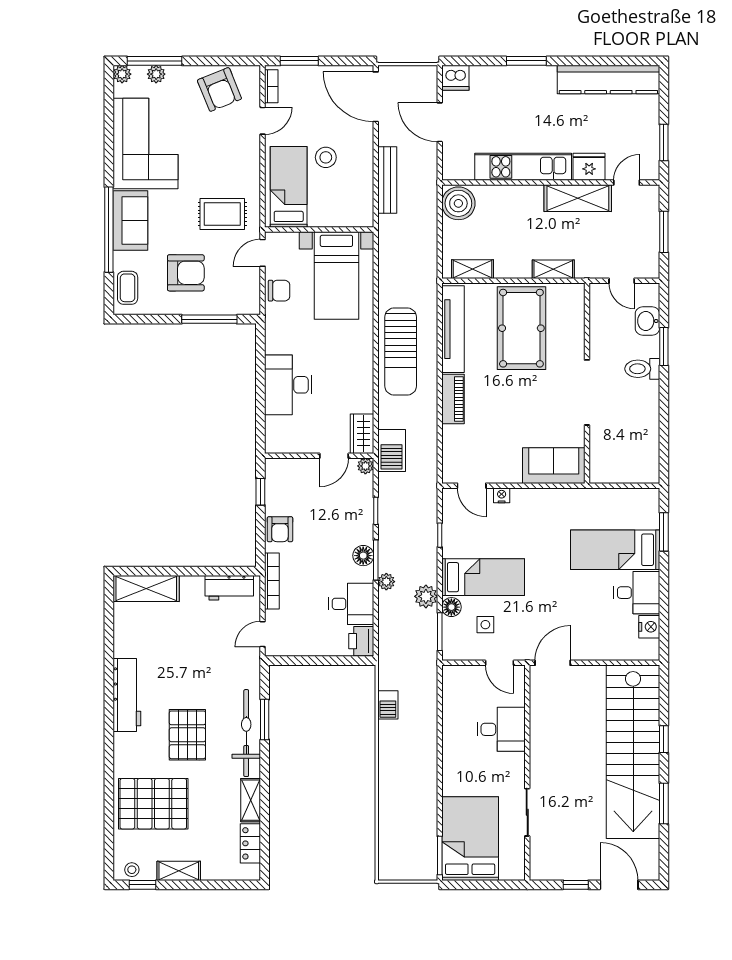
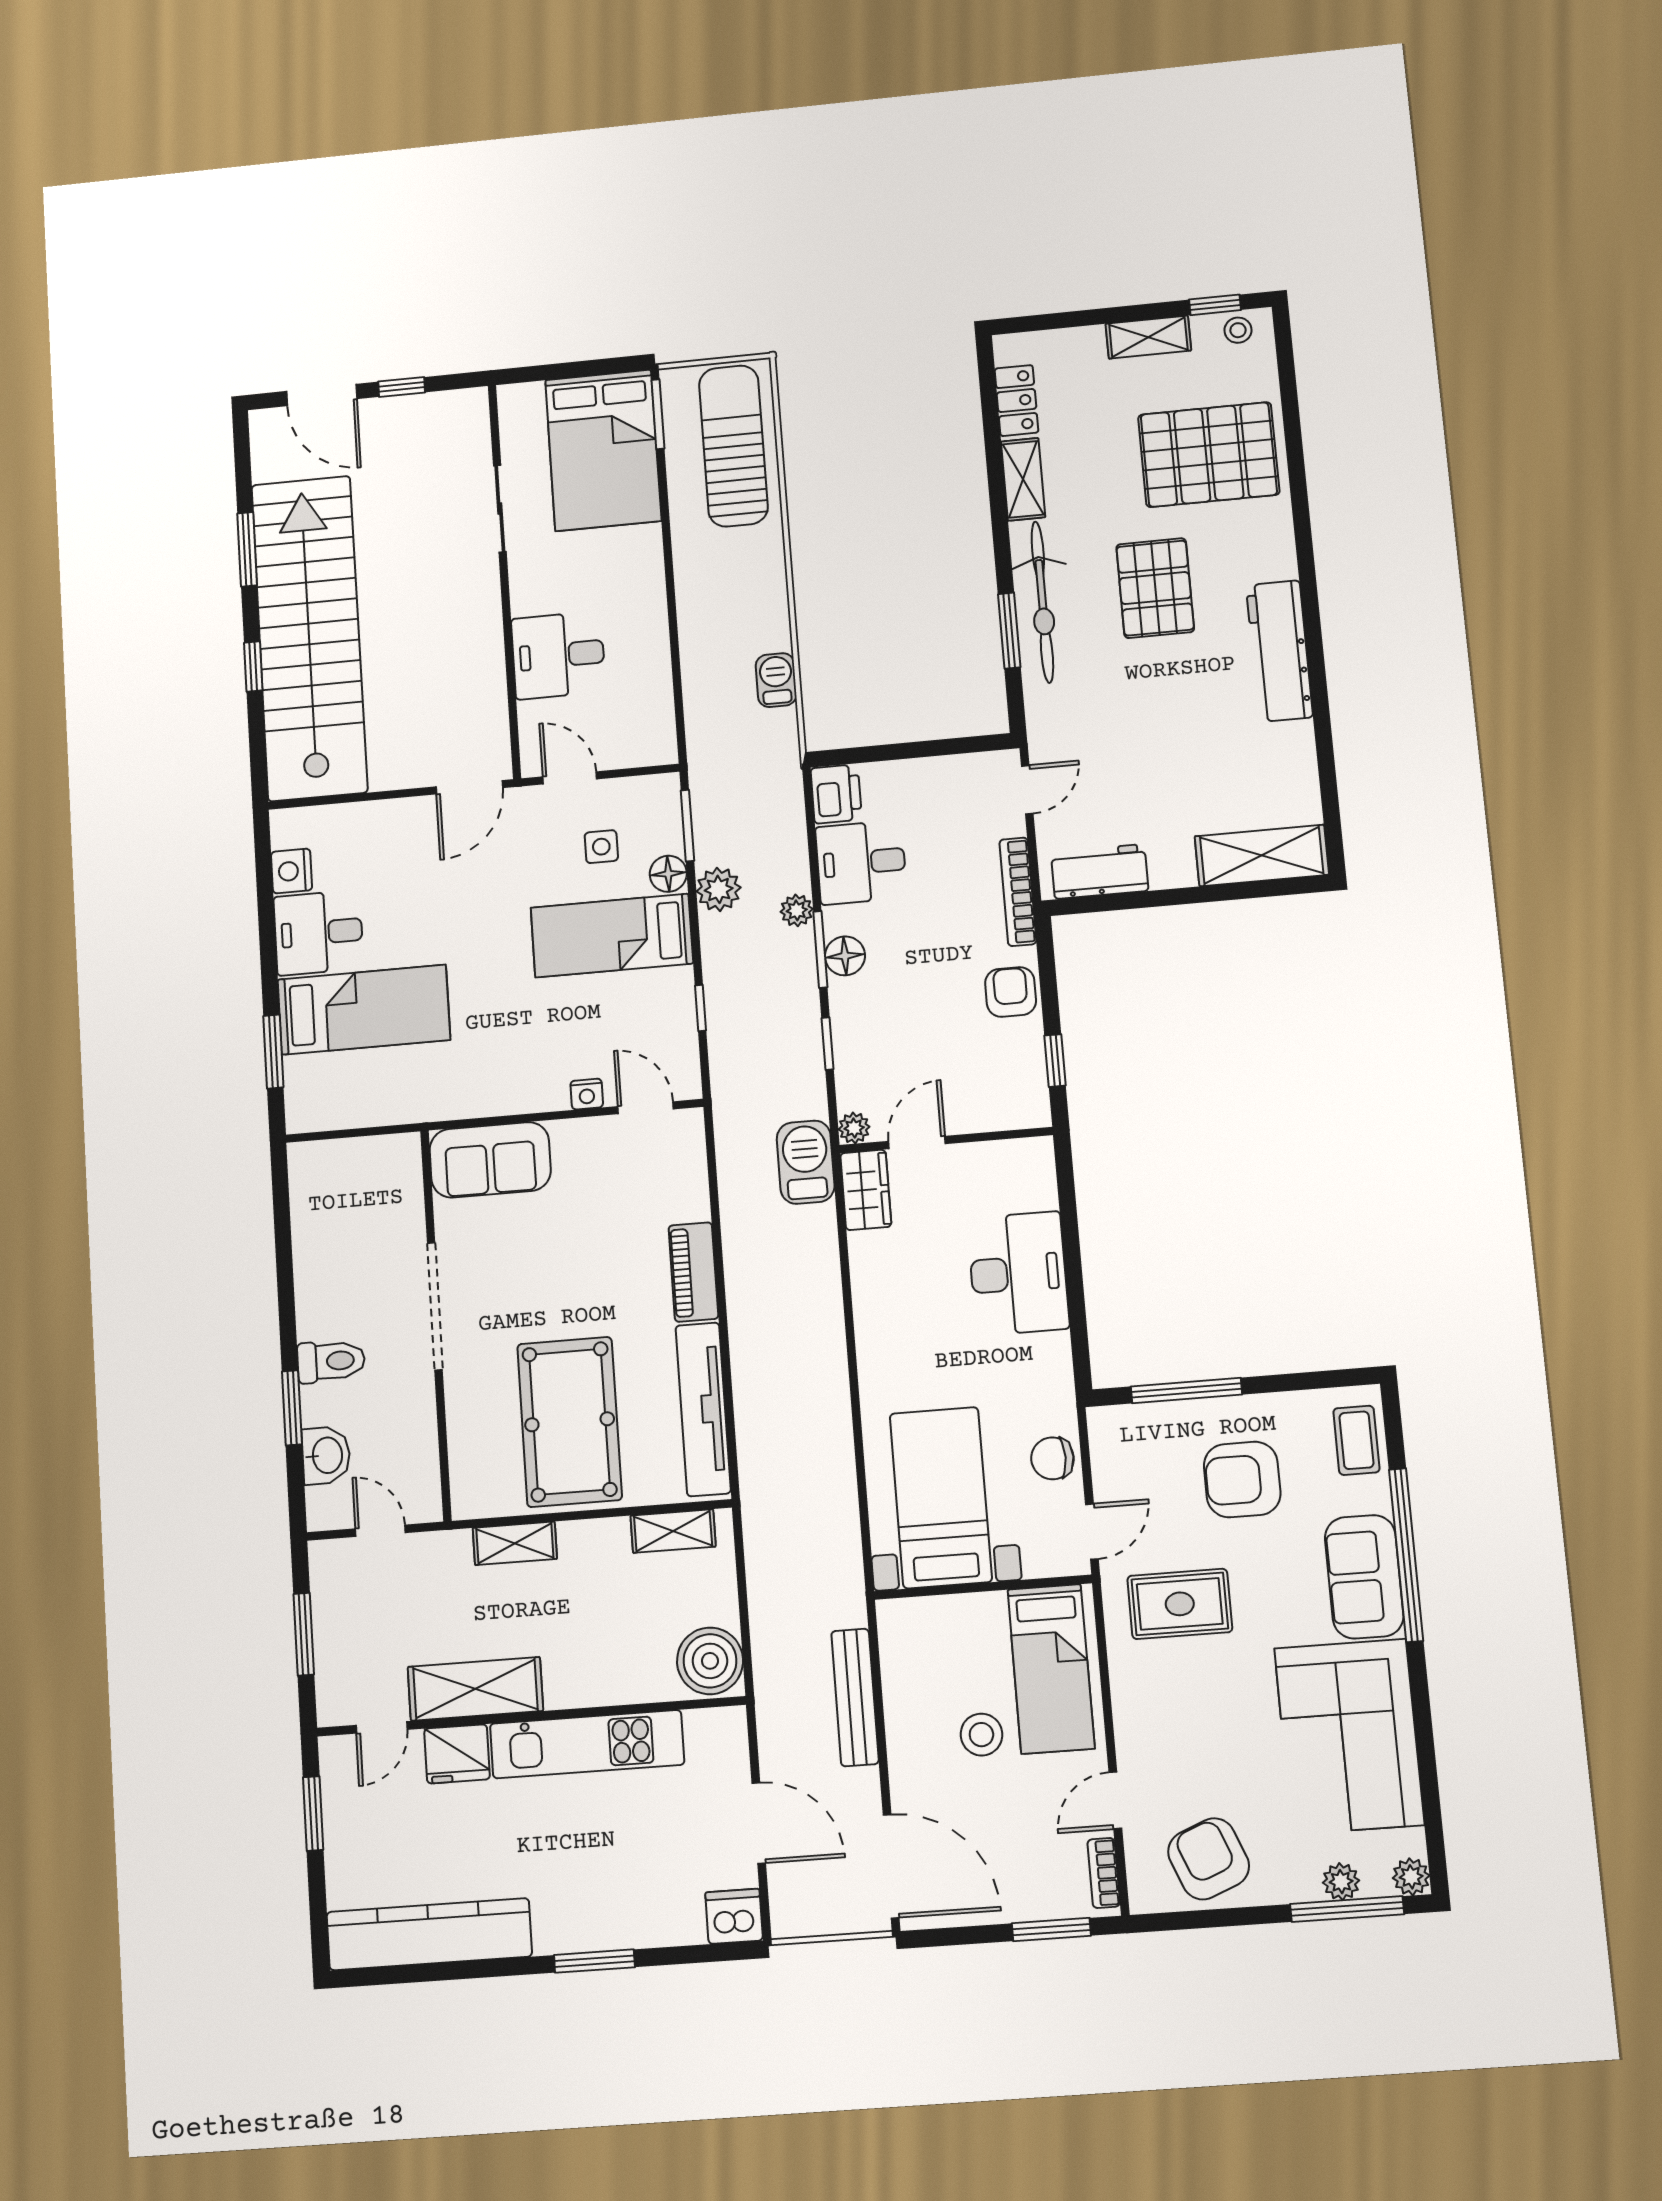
sun lounger: (401, 352) -> (733, 446), moved

